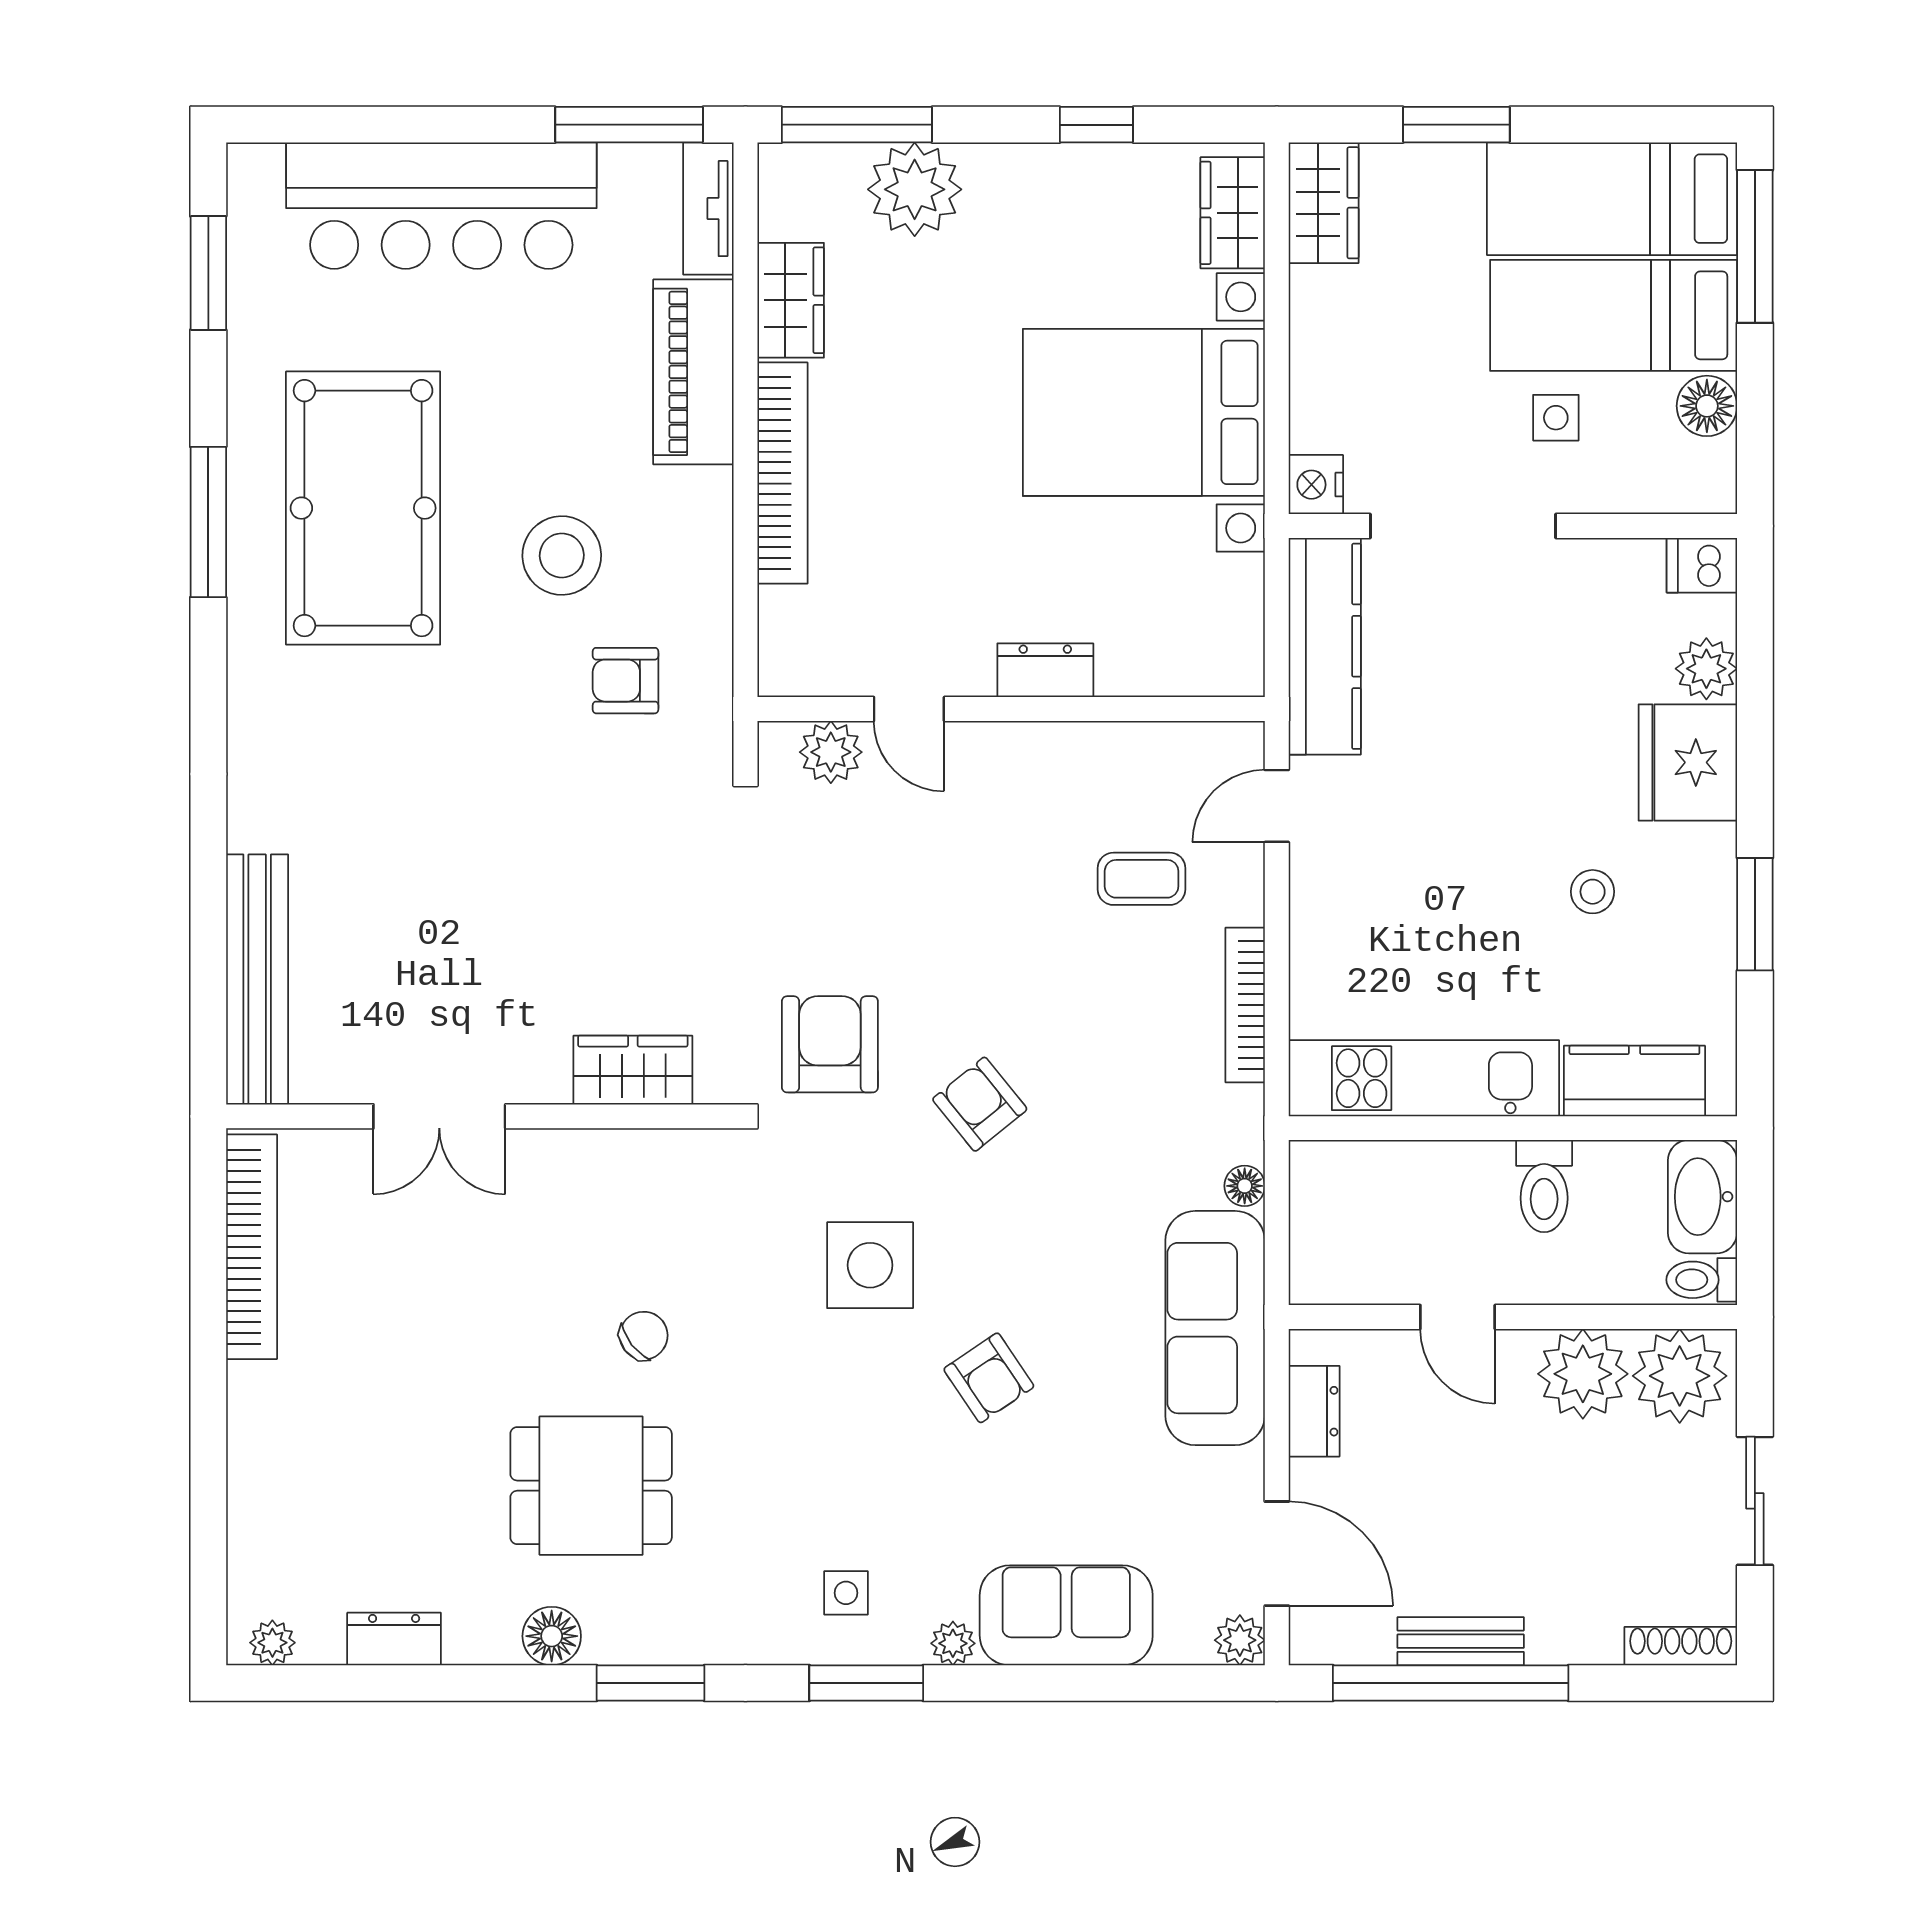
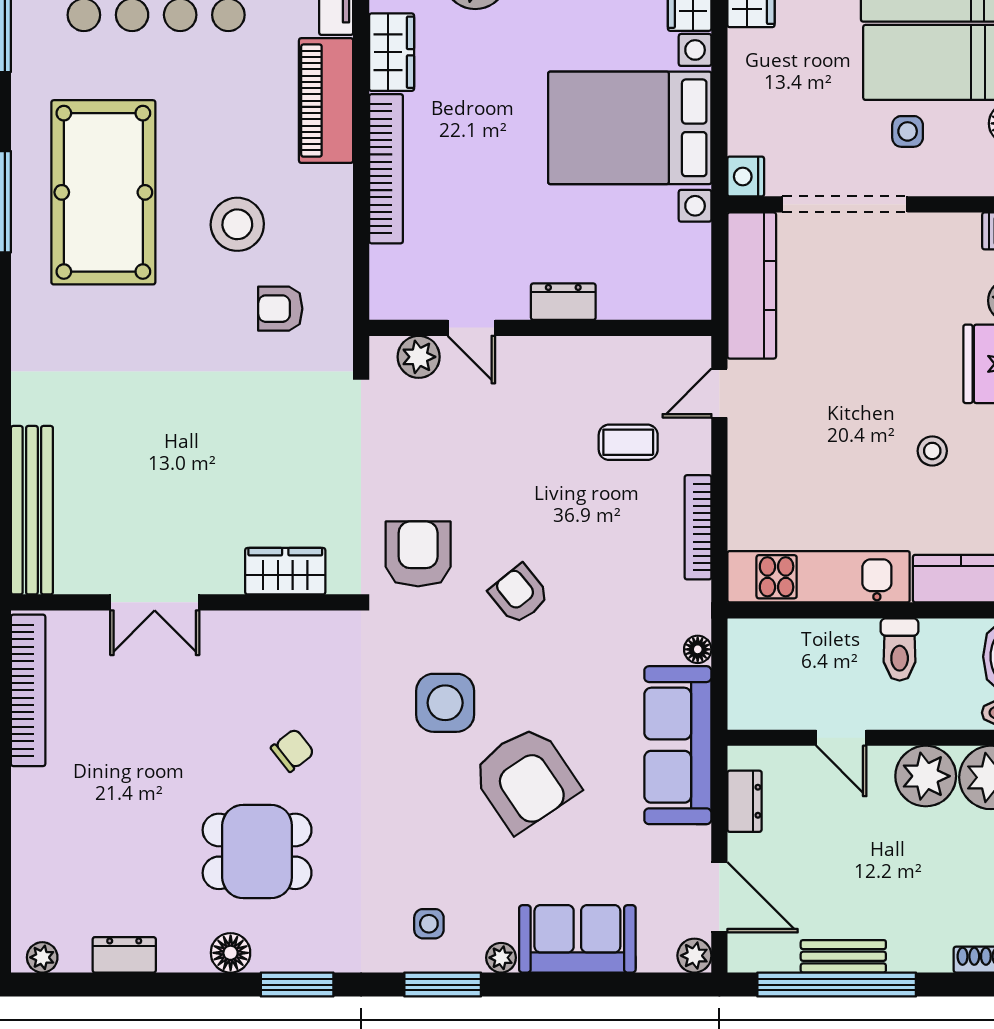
armchair: (989, 1378) -> (525, 779), width x1.88, depth x1.88

